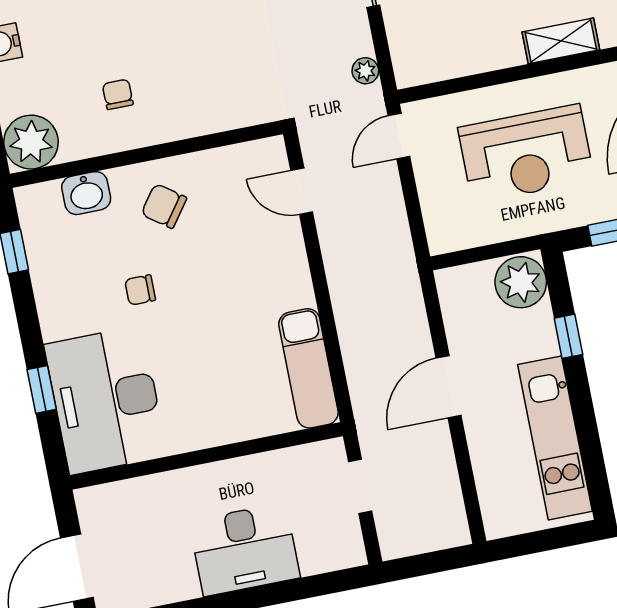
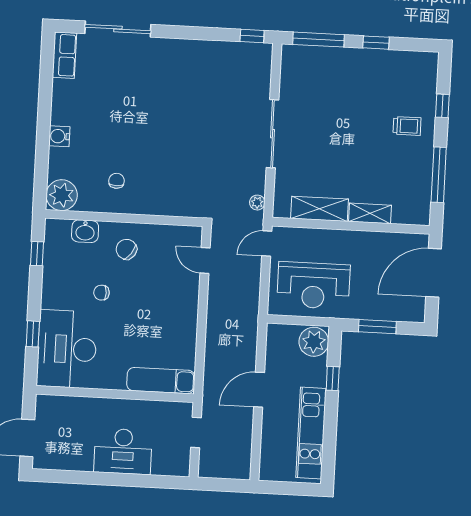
shelving: (473, 55) -> (319, 209), added
reception desk: (526, 154) -> (313, 285), moved
exam couch: (308, 368) -> (161, 381), moved, turned 90

